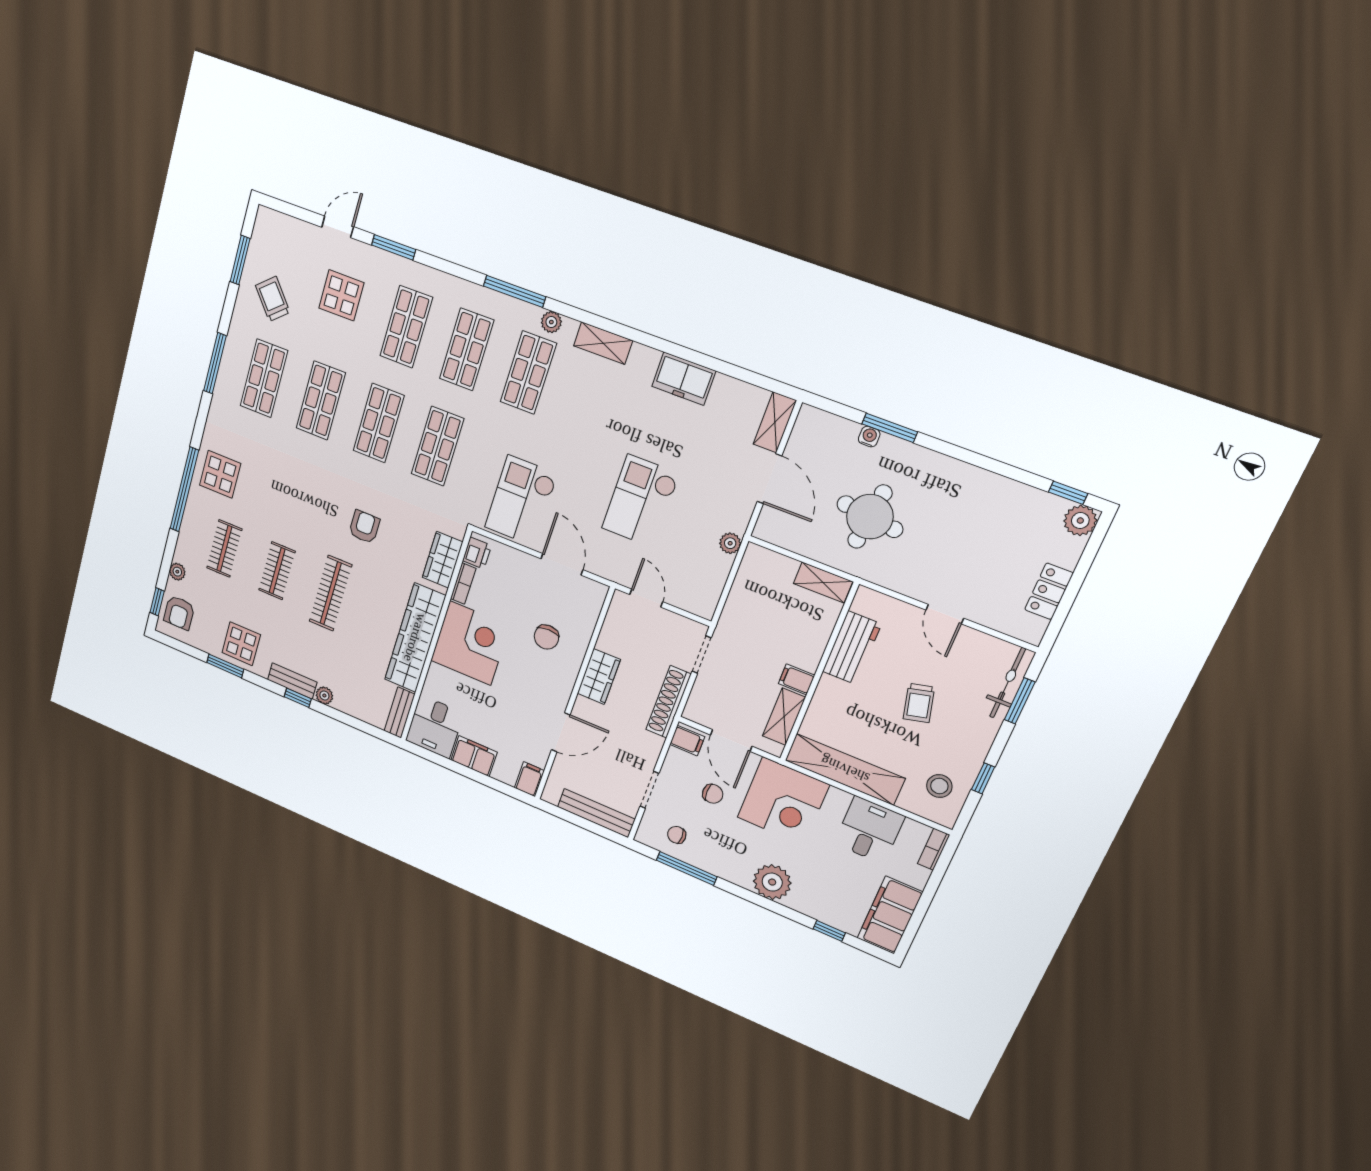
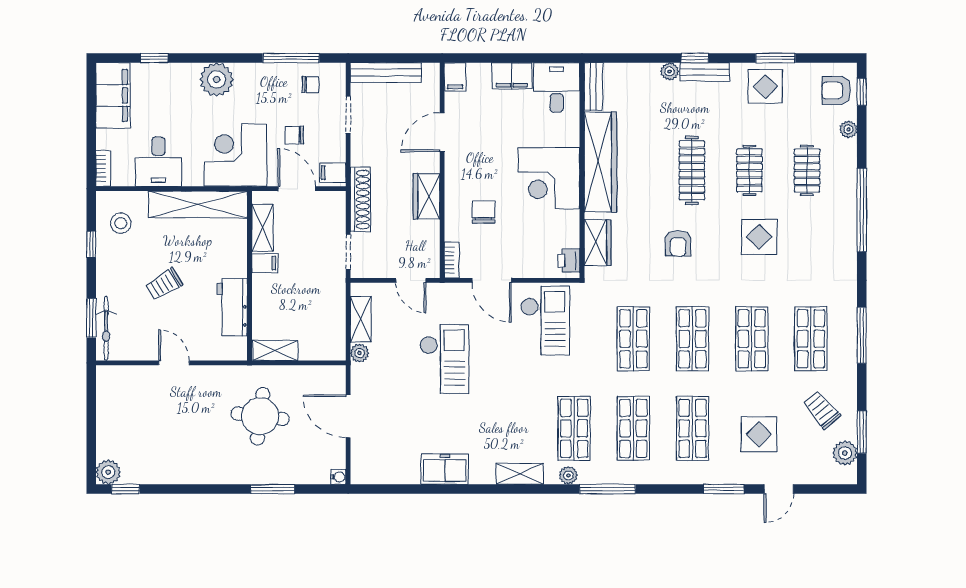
plant: (262, 243) -> (845, 453), added
trolley: (273, 299) -> (822, 410), turned 180
shelving: (775, 422) -> (361, 319), moved
water cooler: (869, 437) -> (338, 477), moved, turned -90
display table: (220, 474) -> (759, 237), moved
bookcase: (463, 584) -> (452, 260), moved, turned 180
locker: (1049, 591) -> (107, 411), removed
armchair: (179, 613) -> (836, 90), turned -90
trolley: (919, 703) -> (164, 284), turned -107

